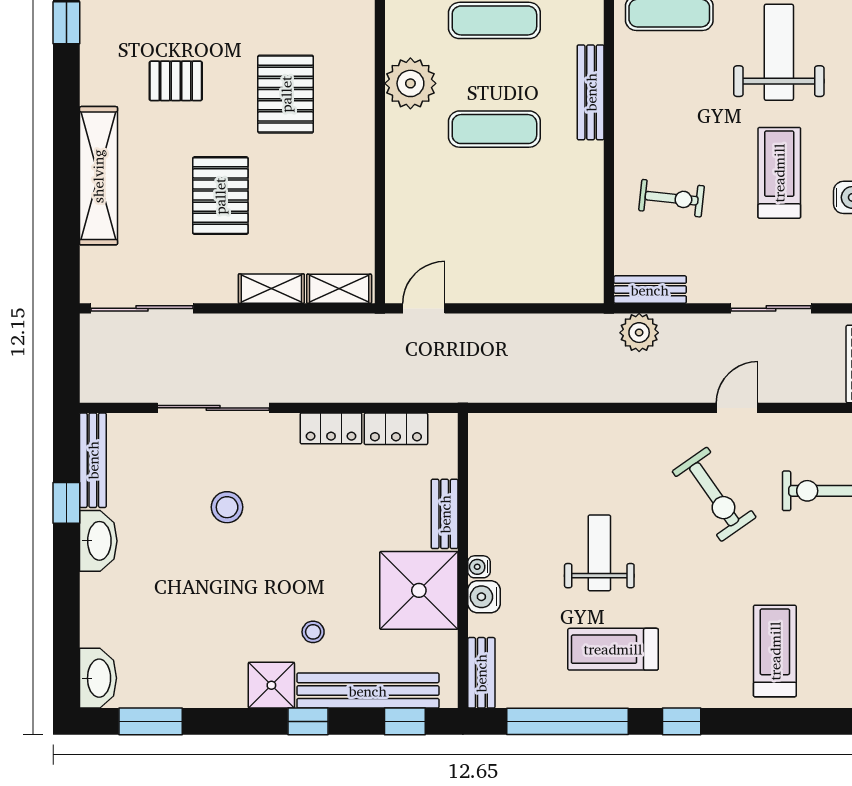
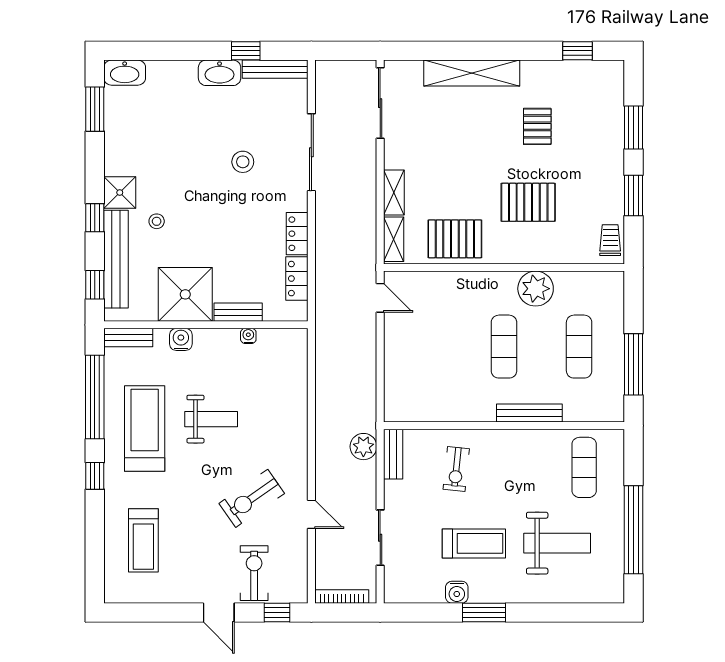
pallet: (220, 196) -> (455, 239), moved
water cooler: (479, 567) -> (248, 336), moved
treadmill: (613, 649) -> (145, 429), width x1.37, depth x1.38
treadmill: (775, 651) -> (143, 540), turned 90

